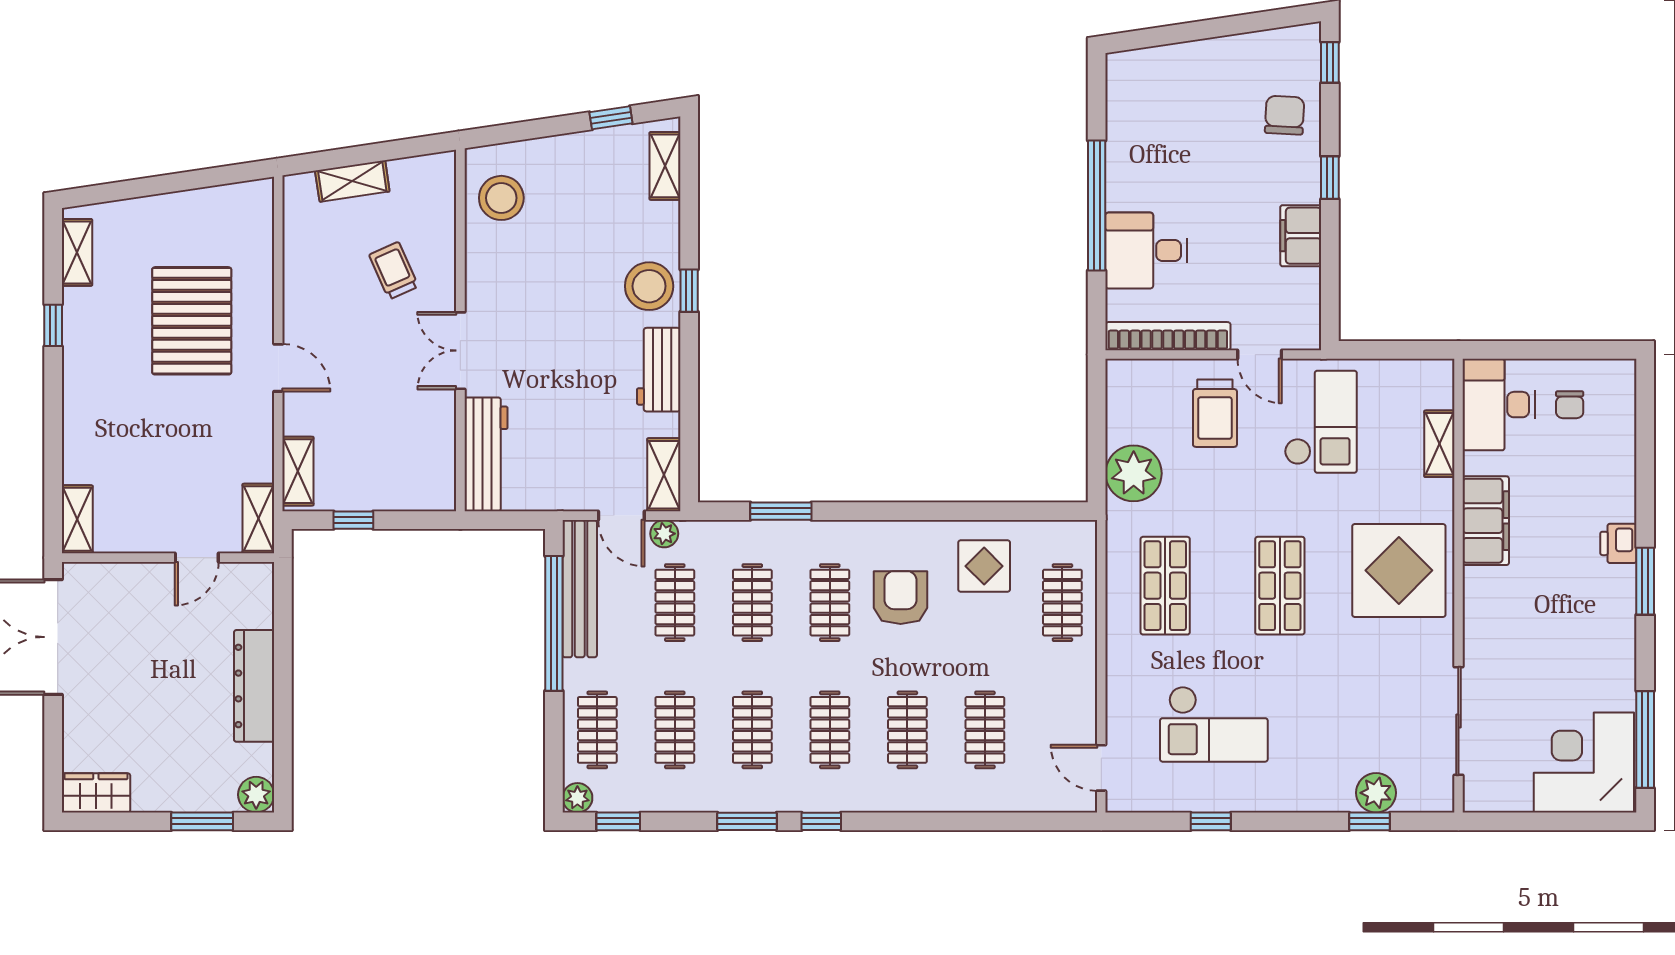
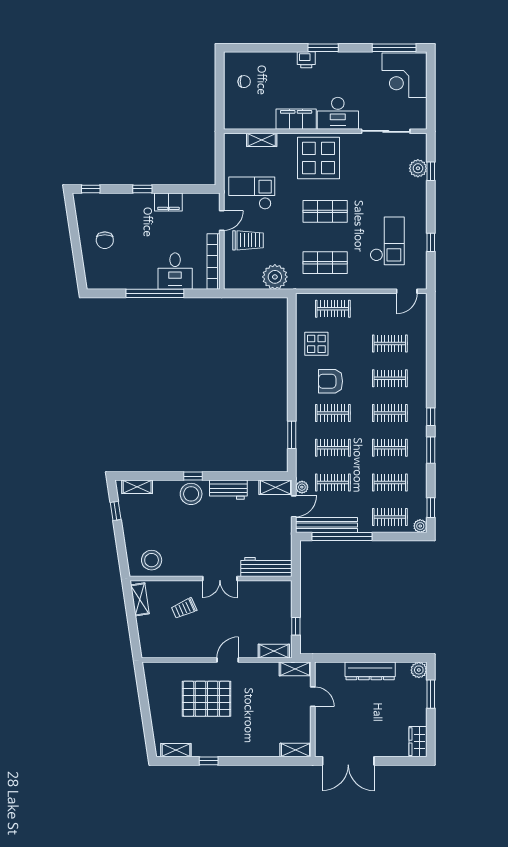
chair: (1285, 115) -> (105, 240), moved, turned -93
shelving: (352, 181) -> (140, 599), moved
desk: (1499, 405) -> (338, 113), moved

